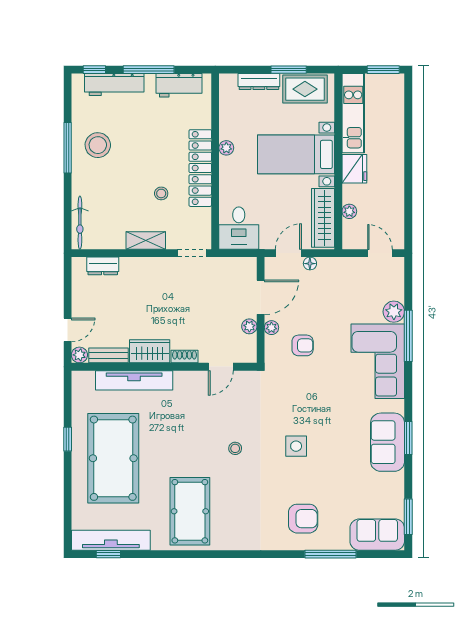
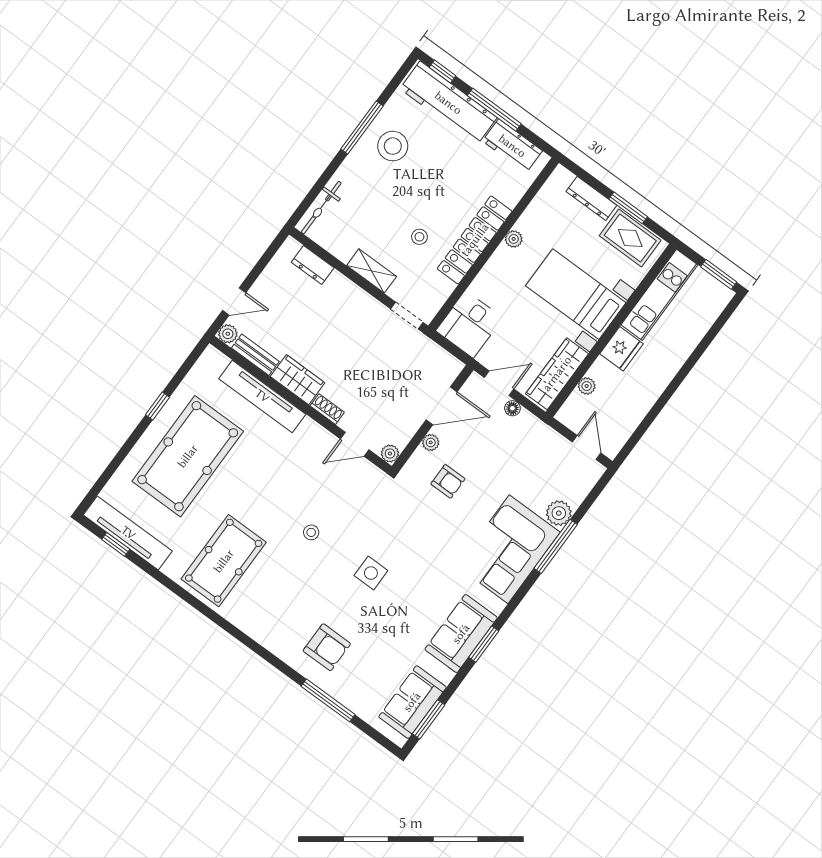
workbench: (114, 85) -> (448, 103), width x1.36, depth x1.32
plant: (249, 326) -> (390, 454), moved
sofa: (377, 535) -> (412, 702), moved, turned -90

